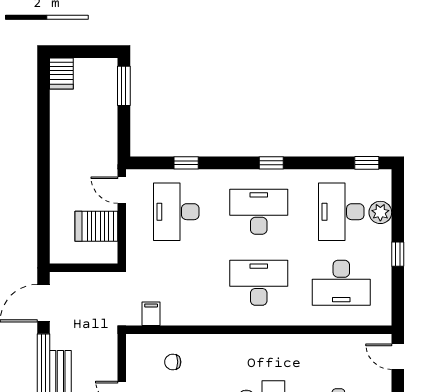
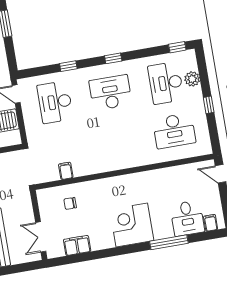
window: (186, 163) -> (68, 66), moved
desk: (259, 283) -> (119, 140), removed
filing cabinet: (151, 314) -> (66, 171), moved

